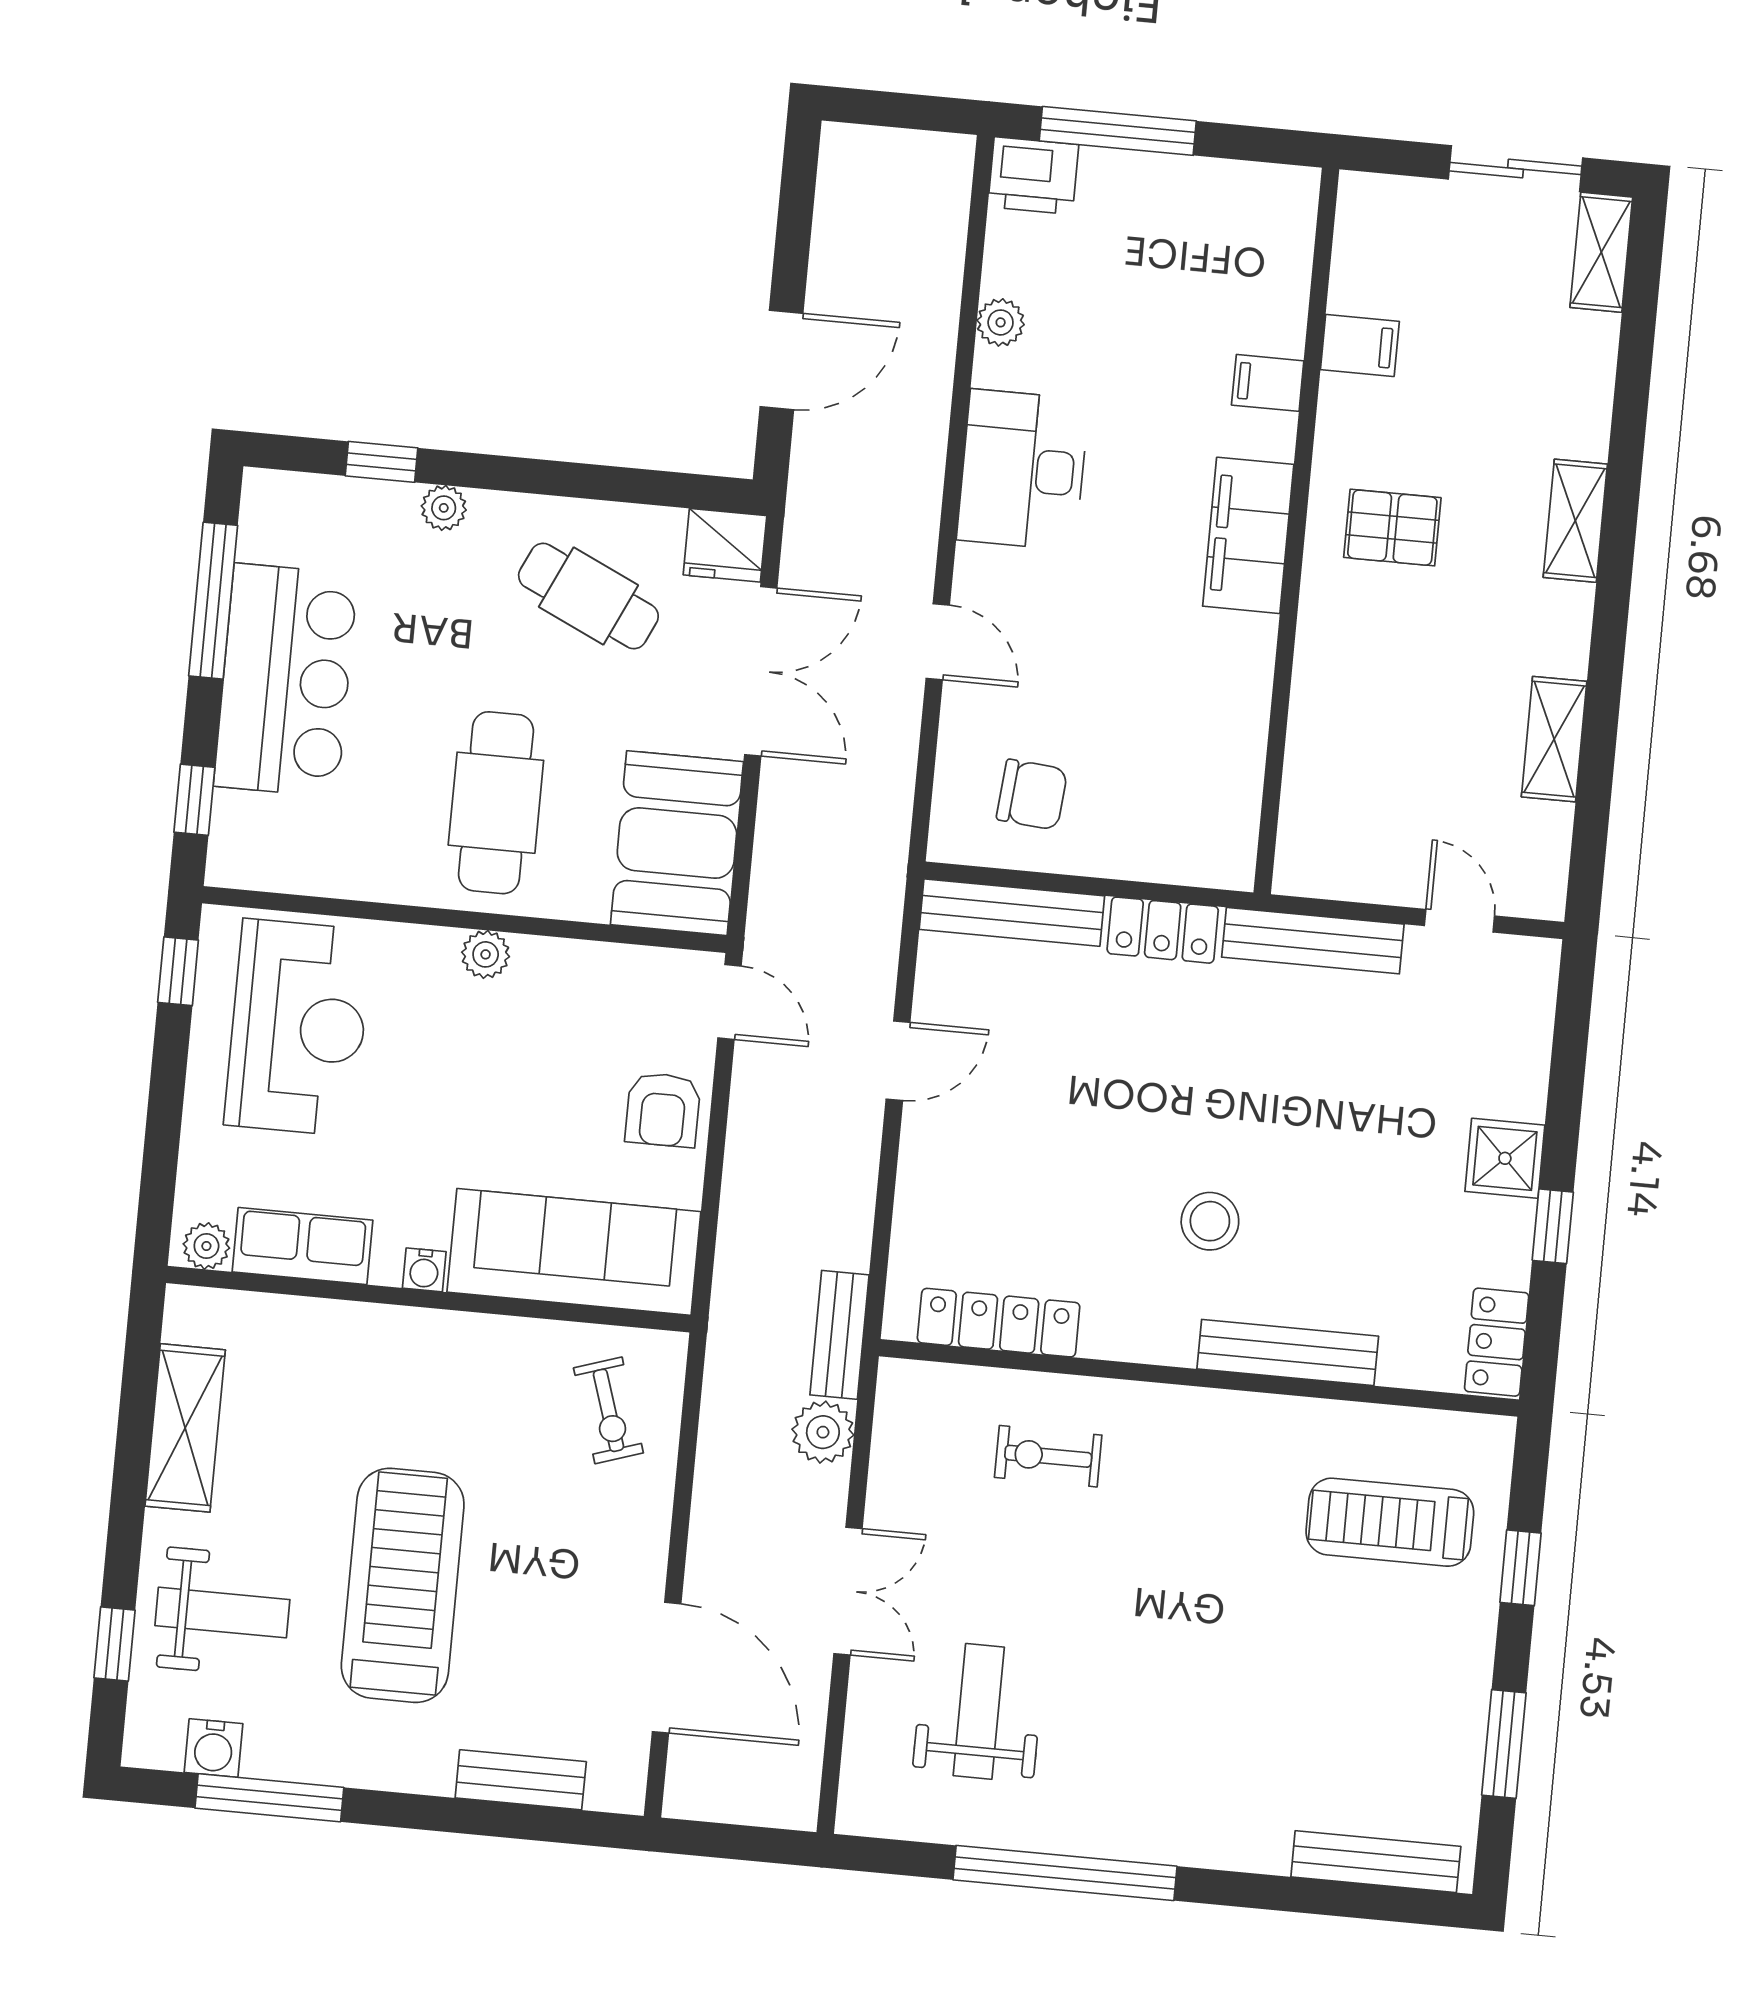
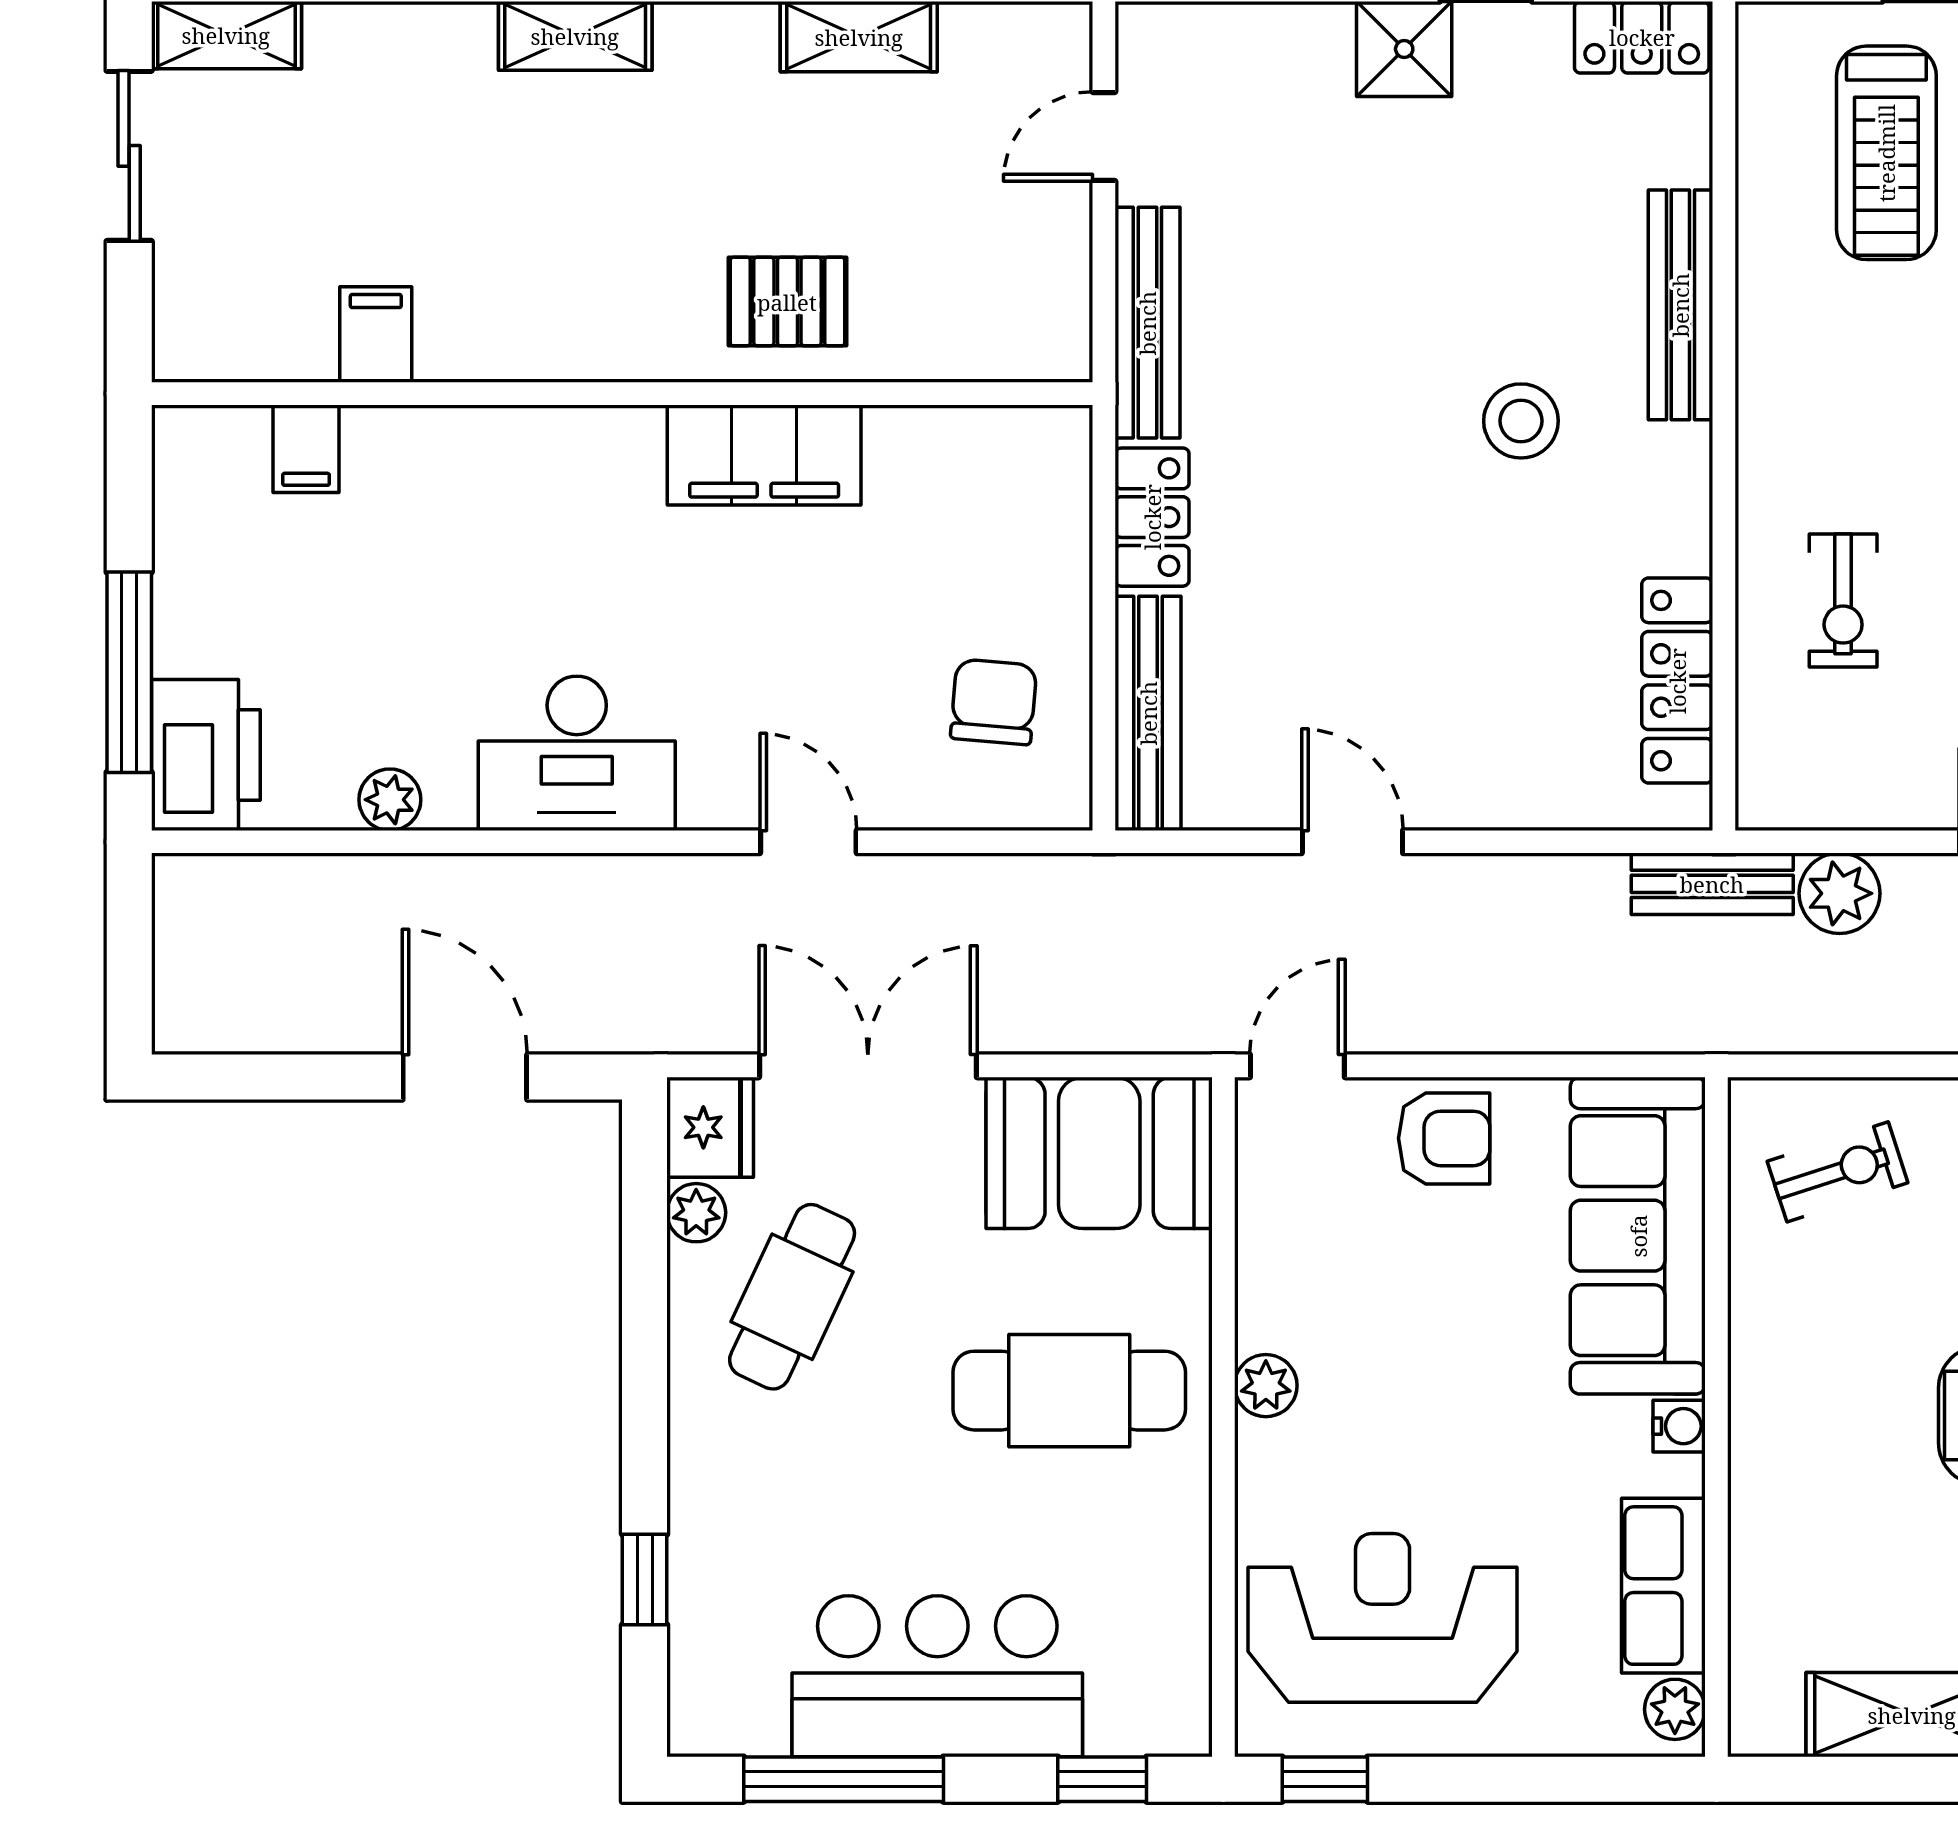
printer: (1033, 176) -> (206, 755), width x1.37, depth x1.19
filing cabinet: (1268, 383) -> (306, 449), moved
plant: (444, 508) -> (696, 1213), moved
pallet: (1392, 528) -> (787, 302), moved, turned 90
filing cabinet: (1248, 535) -> (764, 455), moved
door: (938, 642) -> (808, 842), hinge flipped

